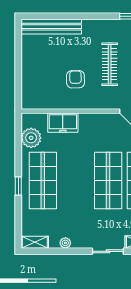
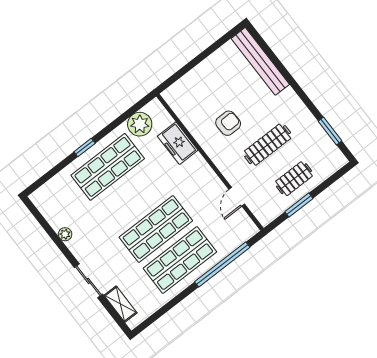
shelving: (35, 242) -> (43, 205), removed

